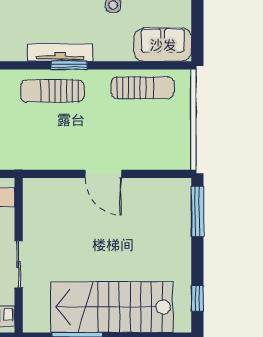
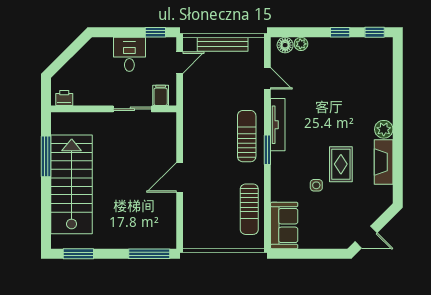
tv unit: (60, 53) -> (278, 125), moved
sliding door: (19, 264) -> (132, 109), moved
window: (197, 299) -> (78, 254), width x1.50

